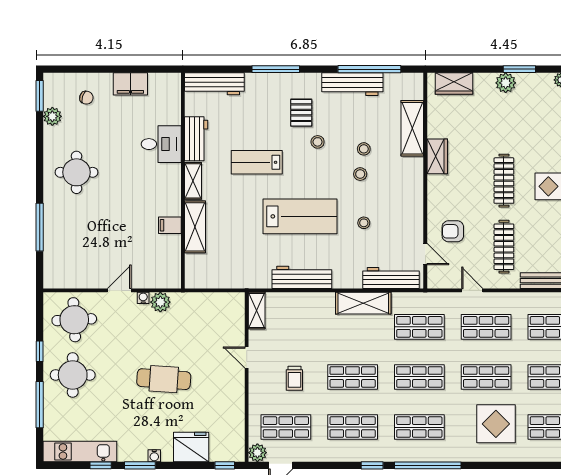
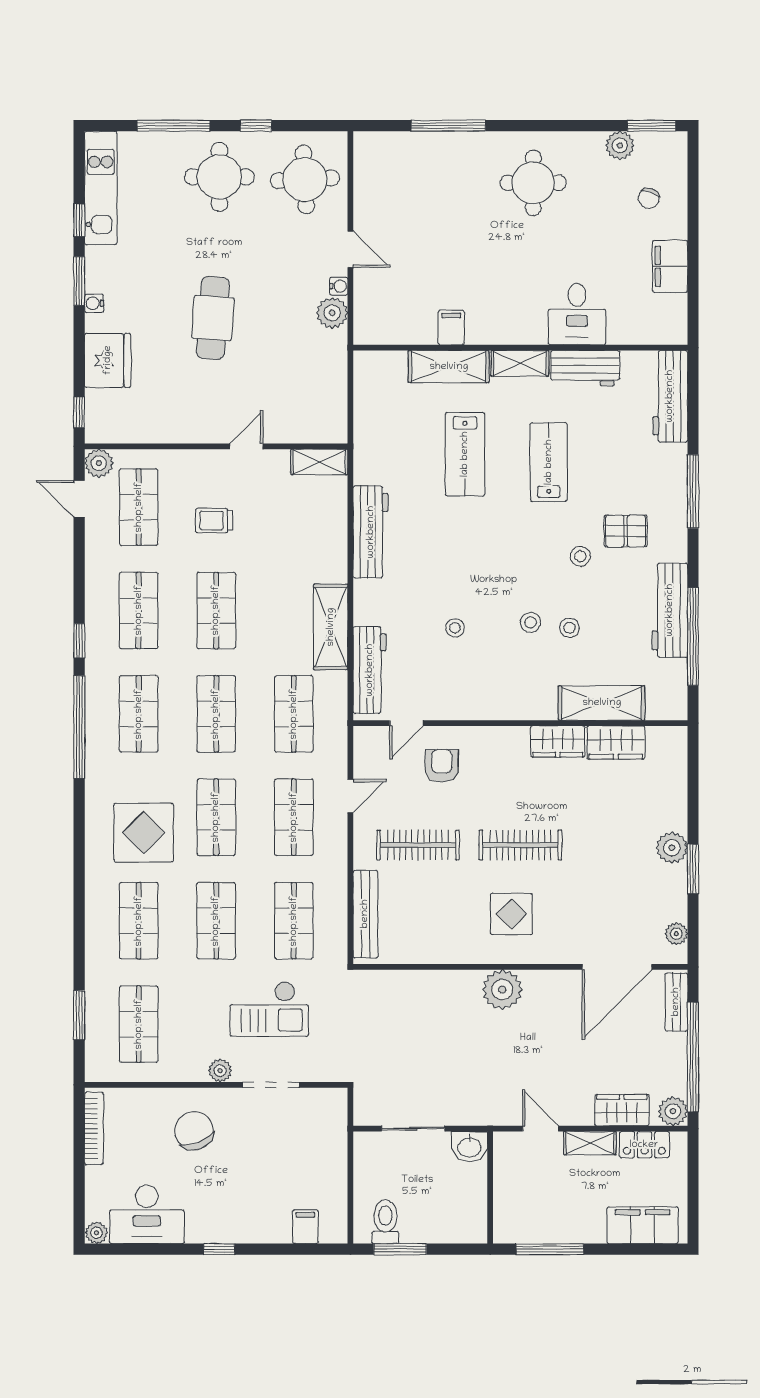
wardrobe: (454, 84) -> (616, 743), moved, turned -90
lab bench: (300, 216) -> (465, 454), moved, width x0.73, depth x0.72

